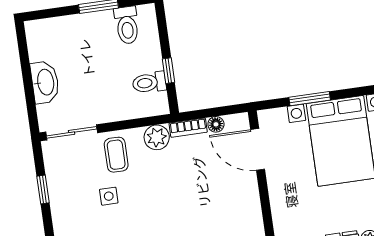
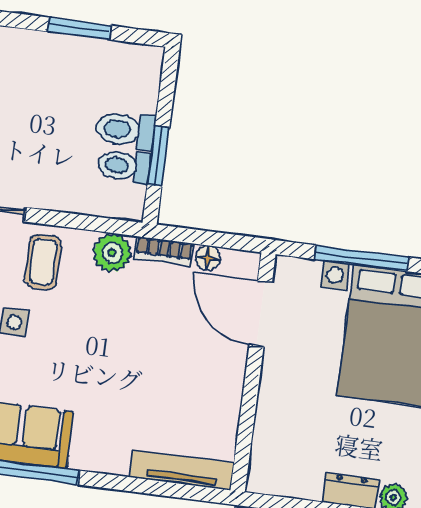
toilet: (127, 25) -> (125, 130), moved, turned 90
window: (169, 71) -> (158, 156), width x1.50
window: (310, 99) -> (361, 258), width x1.44

